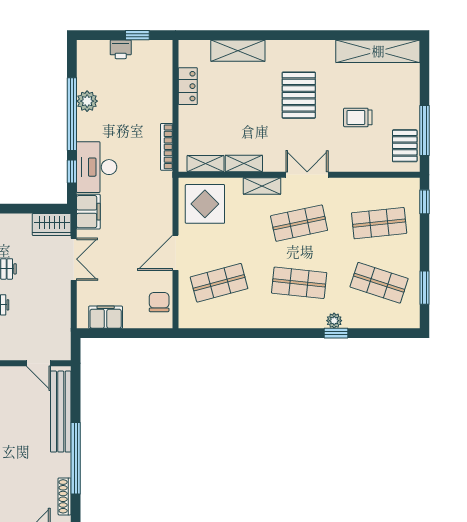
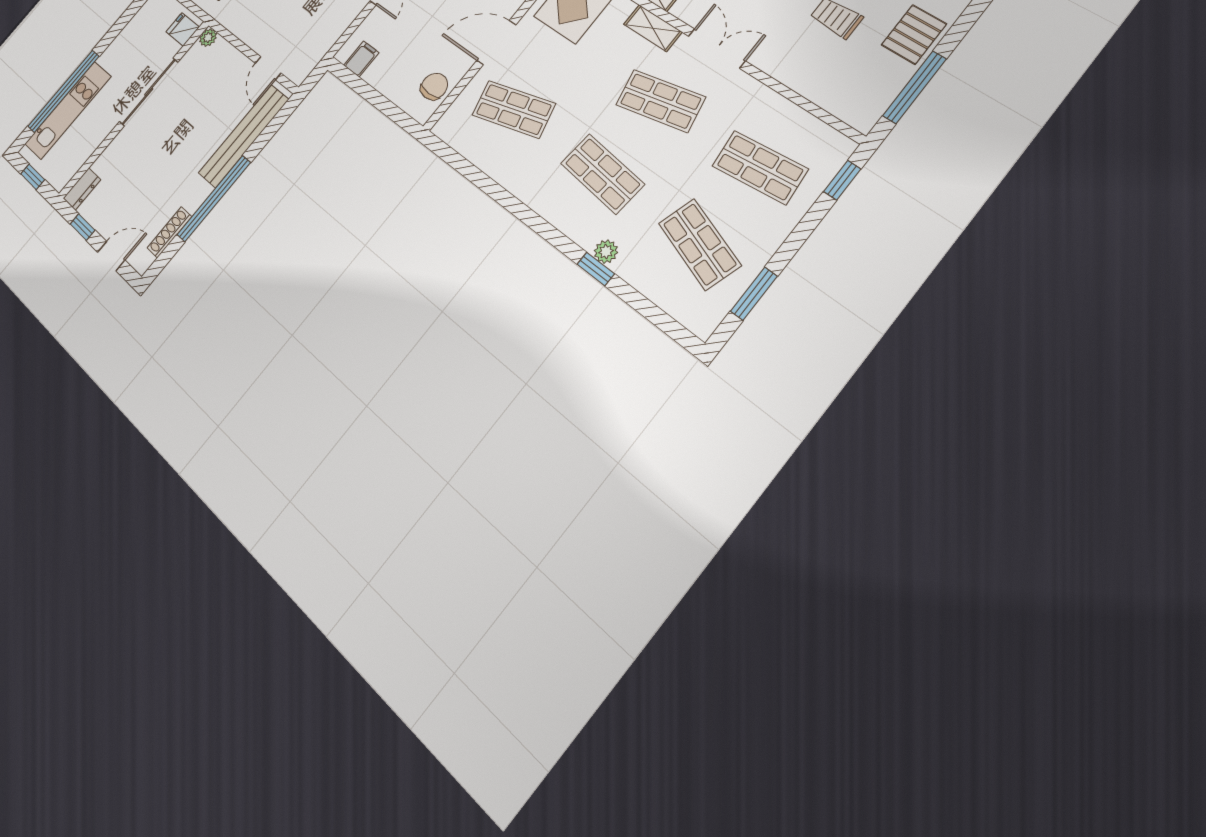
pallet: (405, 146) -> (914, 34), moved
filing cabinet: (106, 317) -> (361, 59), width x0.50

